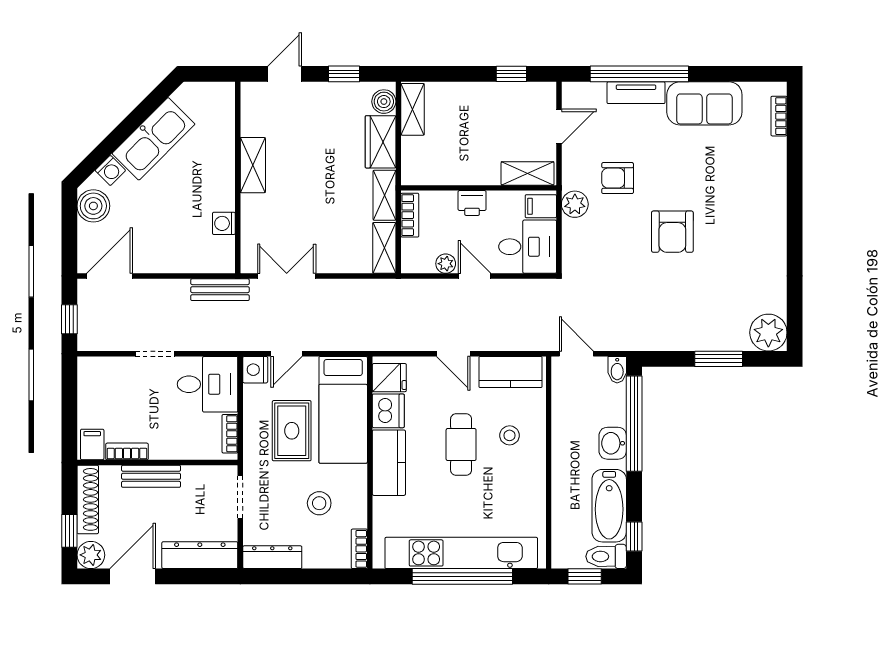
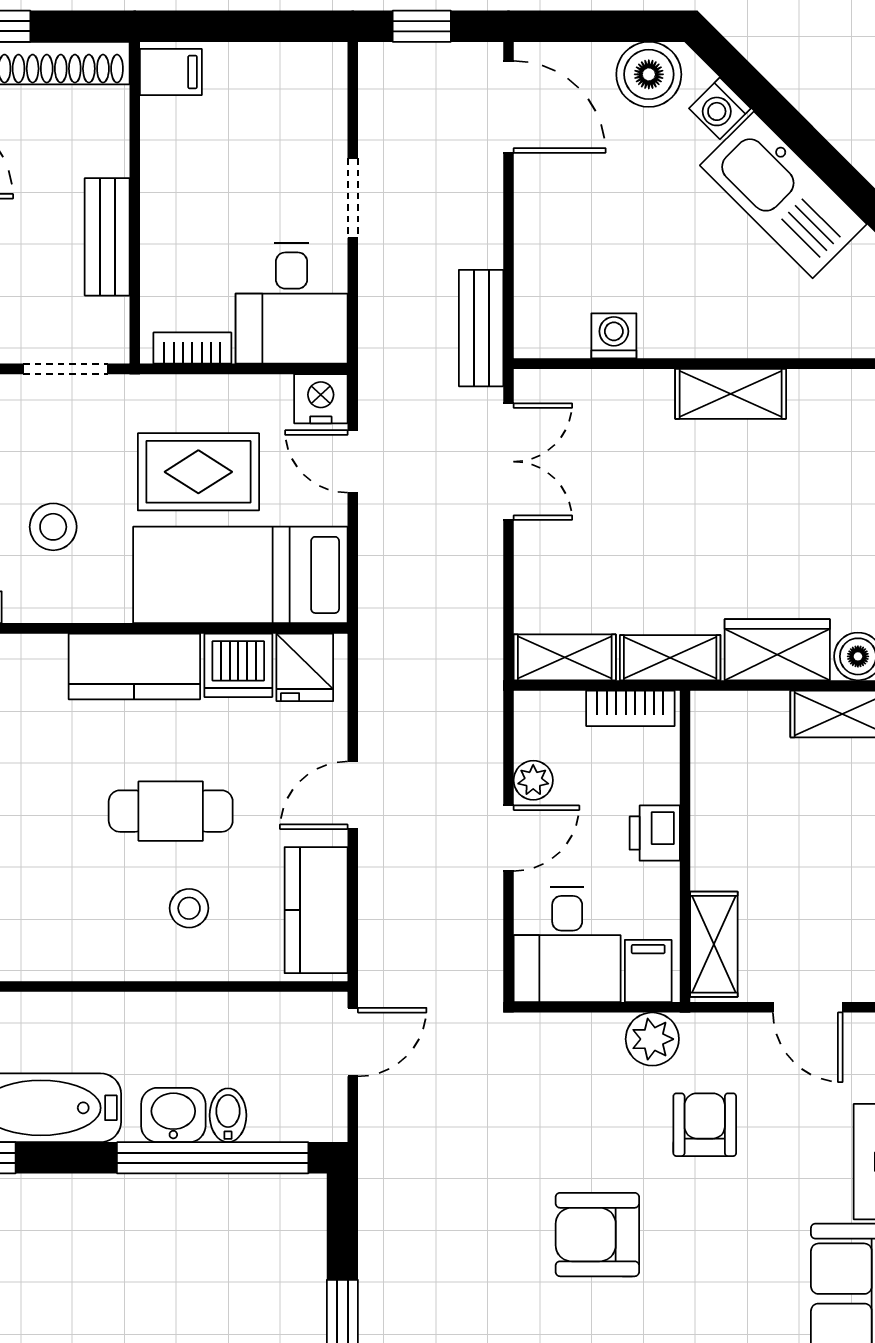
bidet: (617, 370) -> (228, 1115), moved, turned 90
bookcase: (127, 451) -> (157, 142), removed
bench: (151, 476) -> (107, 237), moved

